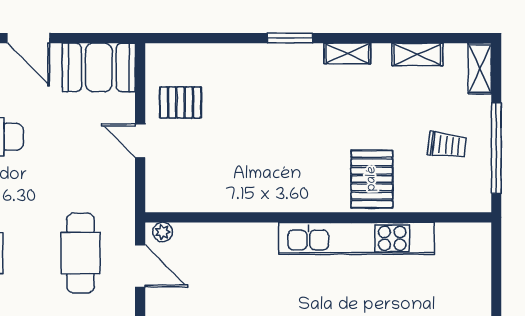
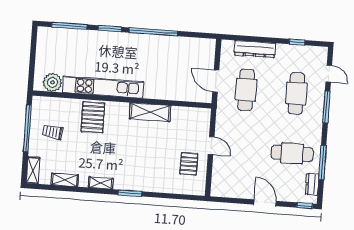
booth: (99, 67) -> (230, 185), removed
pallet: (181, 102) -> (189, 164), turned 90
shelving: (262, 197) -> (150, 112), added
plant: (163, 232) -> (52, 82), moved, width x1.88, depth x1.88

